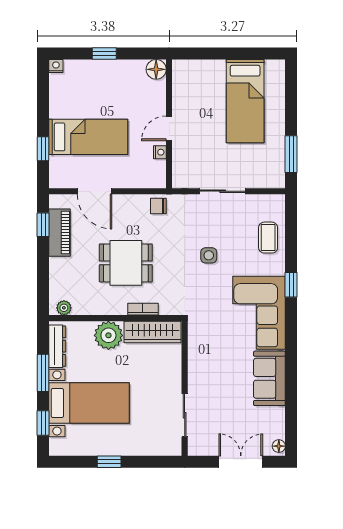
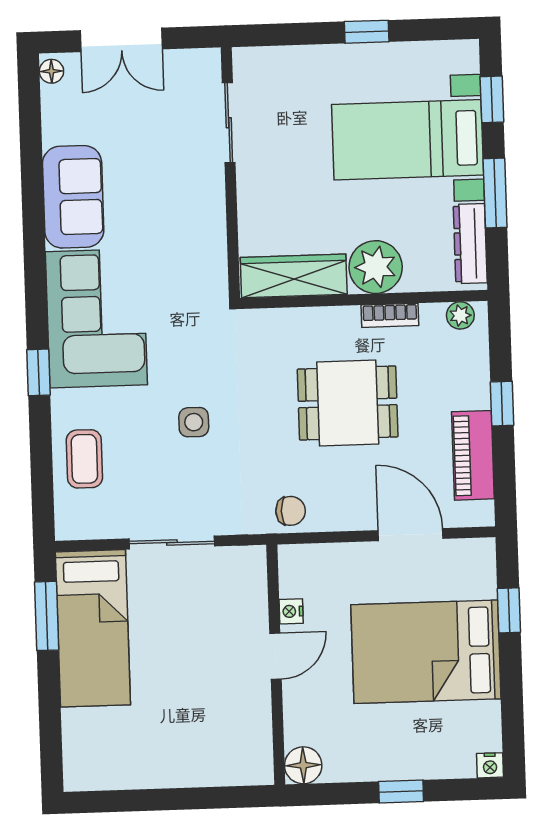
bed: (245, 101) -> (93, 628), moved, turned 180
bed: (88, 137) -> (426, 652), width x1.50
window: (43, 225) -> (502, 404), moved
bookcase: (143, 309) -> (390, 315), moved

